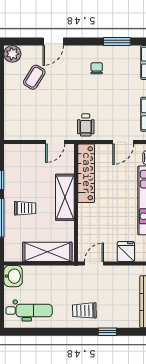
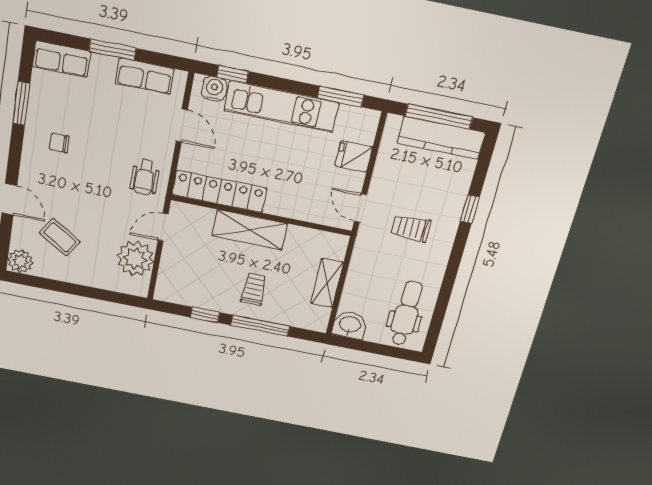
wheelchair: (86, 125) -> (145, 177), turned 90
plant: (30, 128) -> (135, 259), added
door: (55, 142) -> (163, 227), swing flipped
shelving: (47, 252) -> (327, 283), width x0.67, depth x0.75
trolley: (84, 311) -> (411, 228), moved, turned 91

